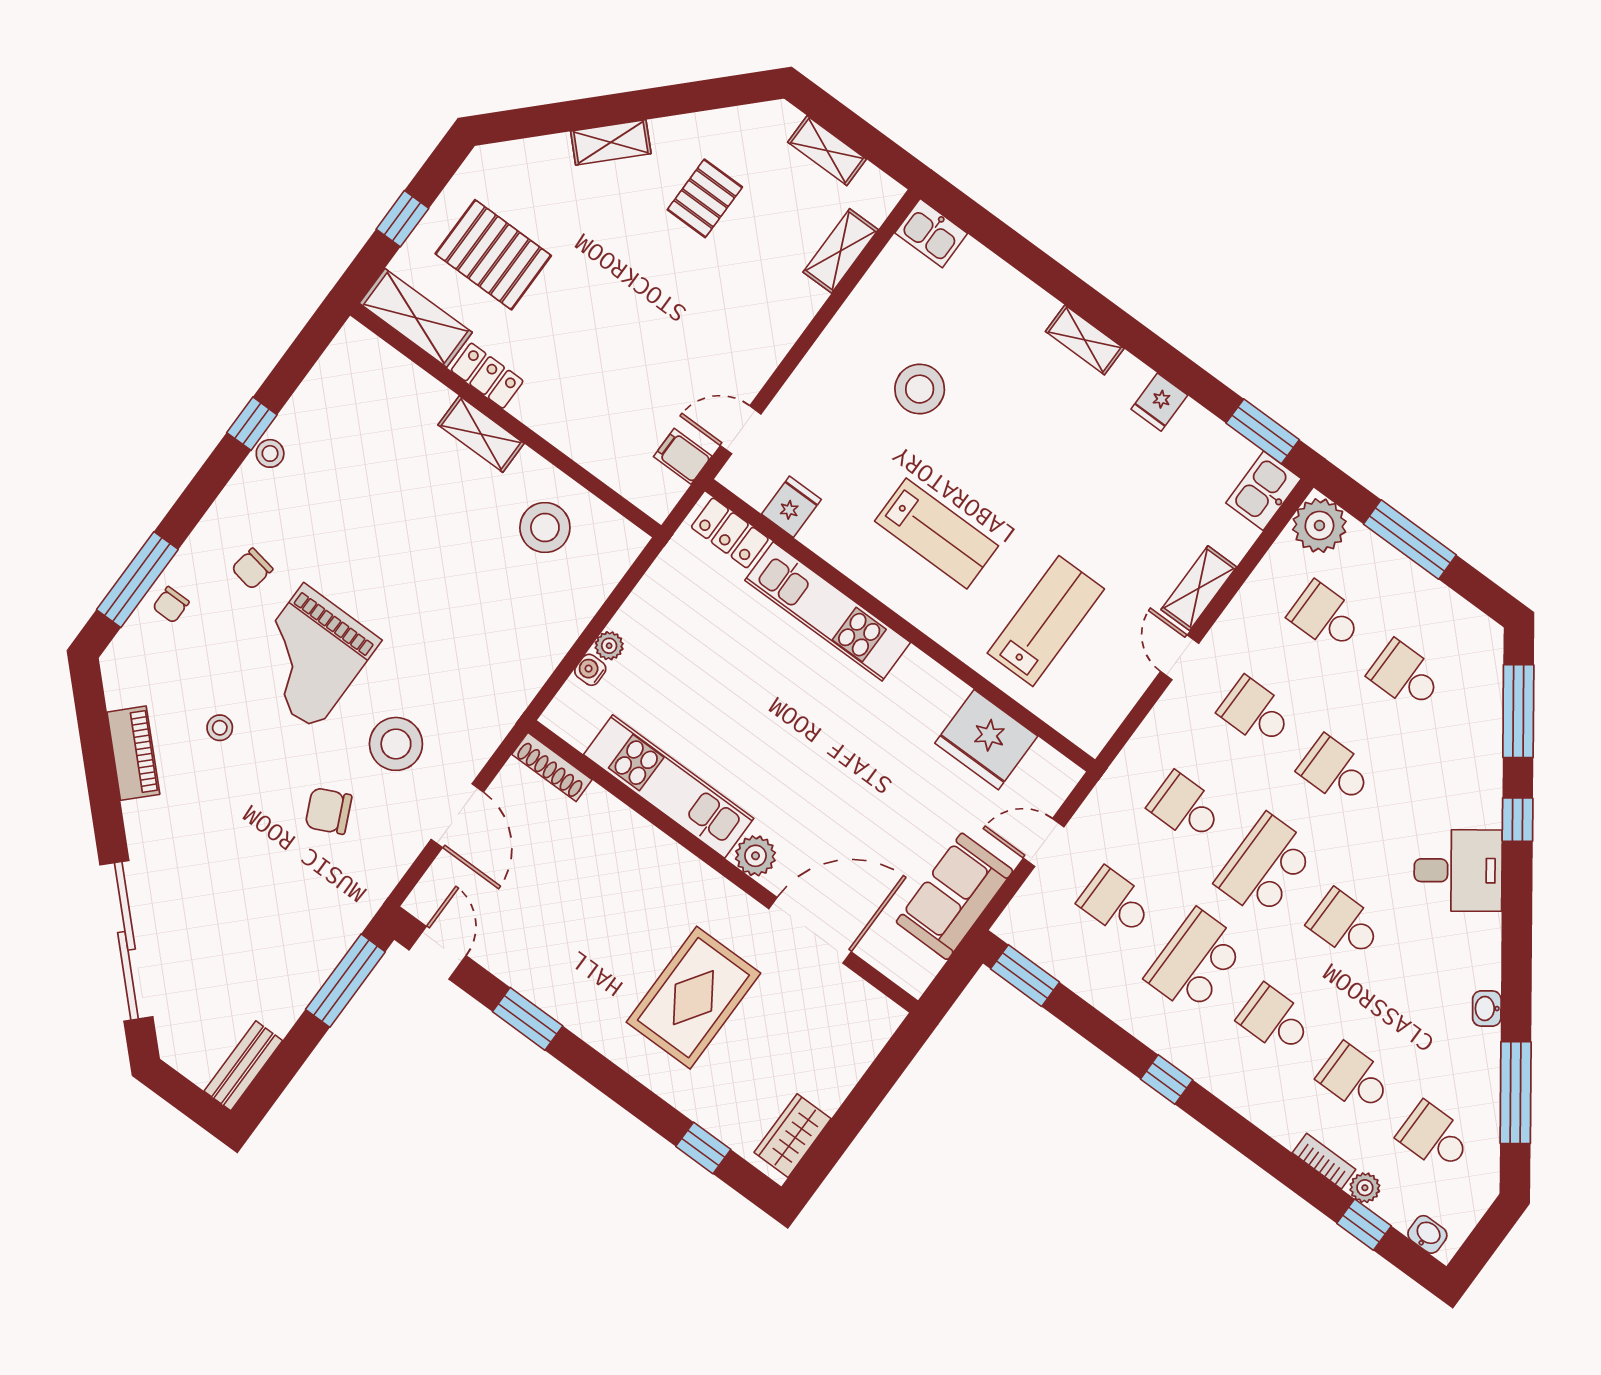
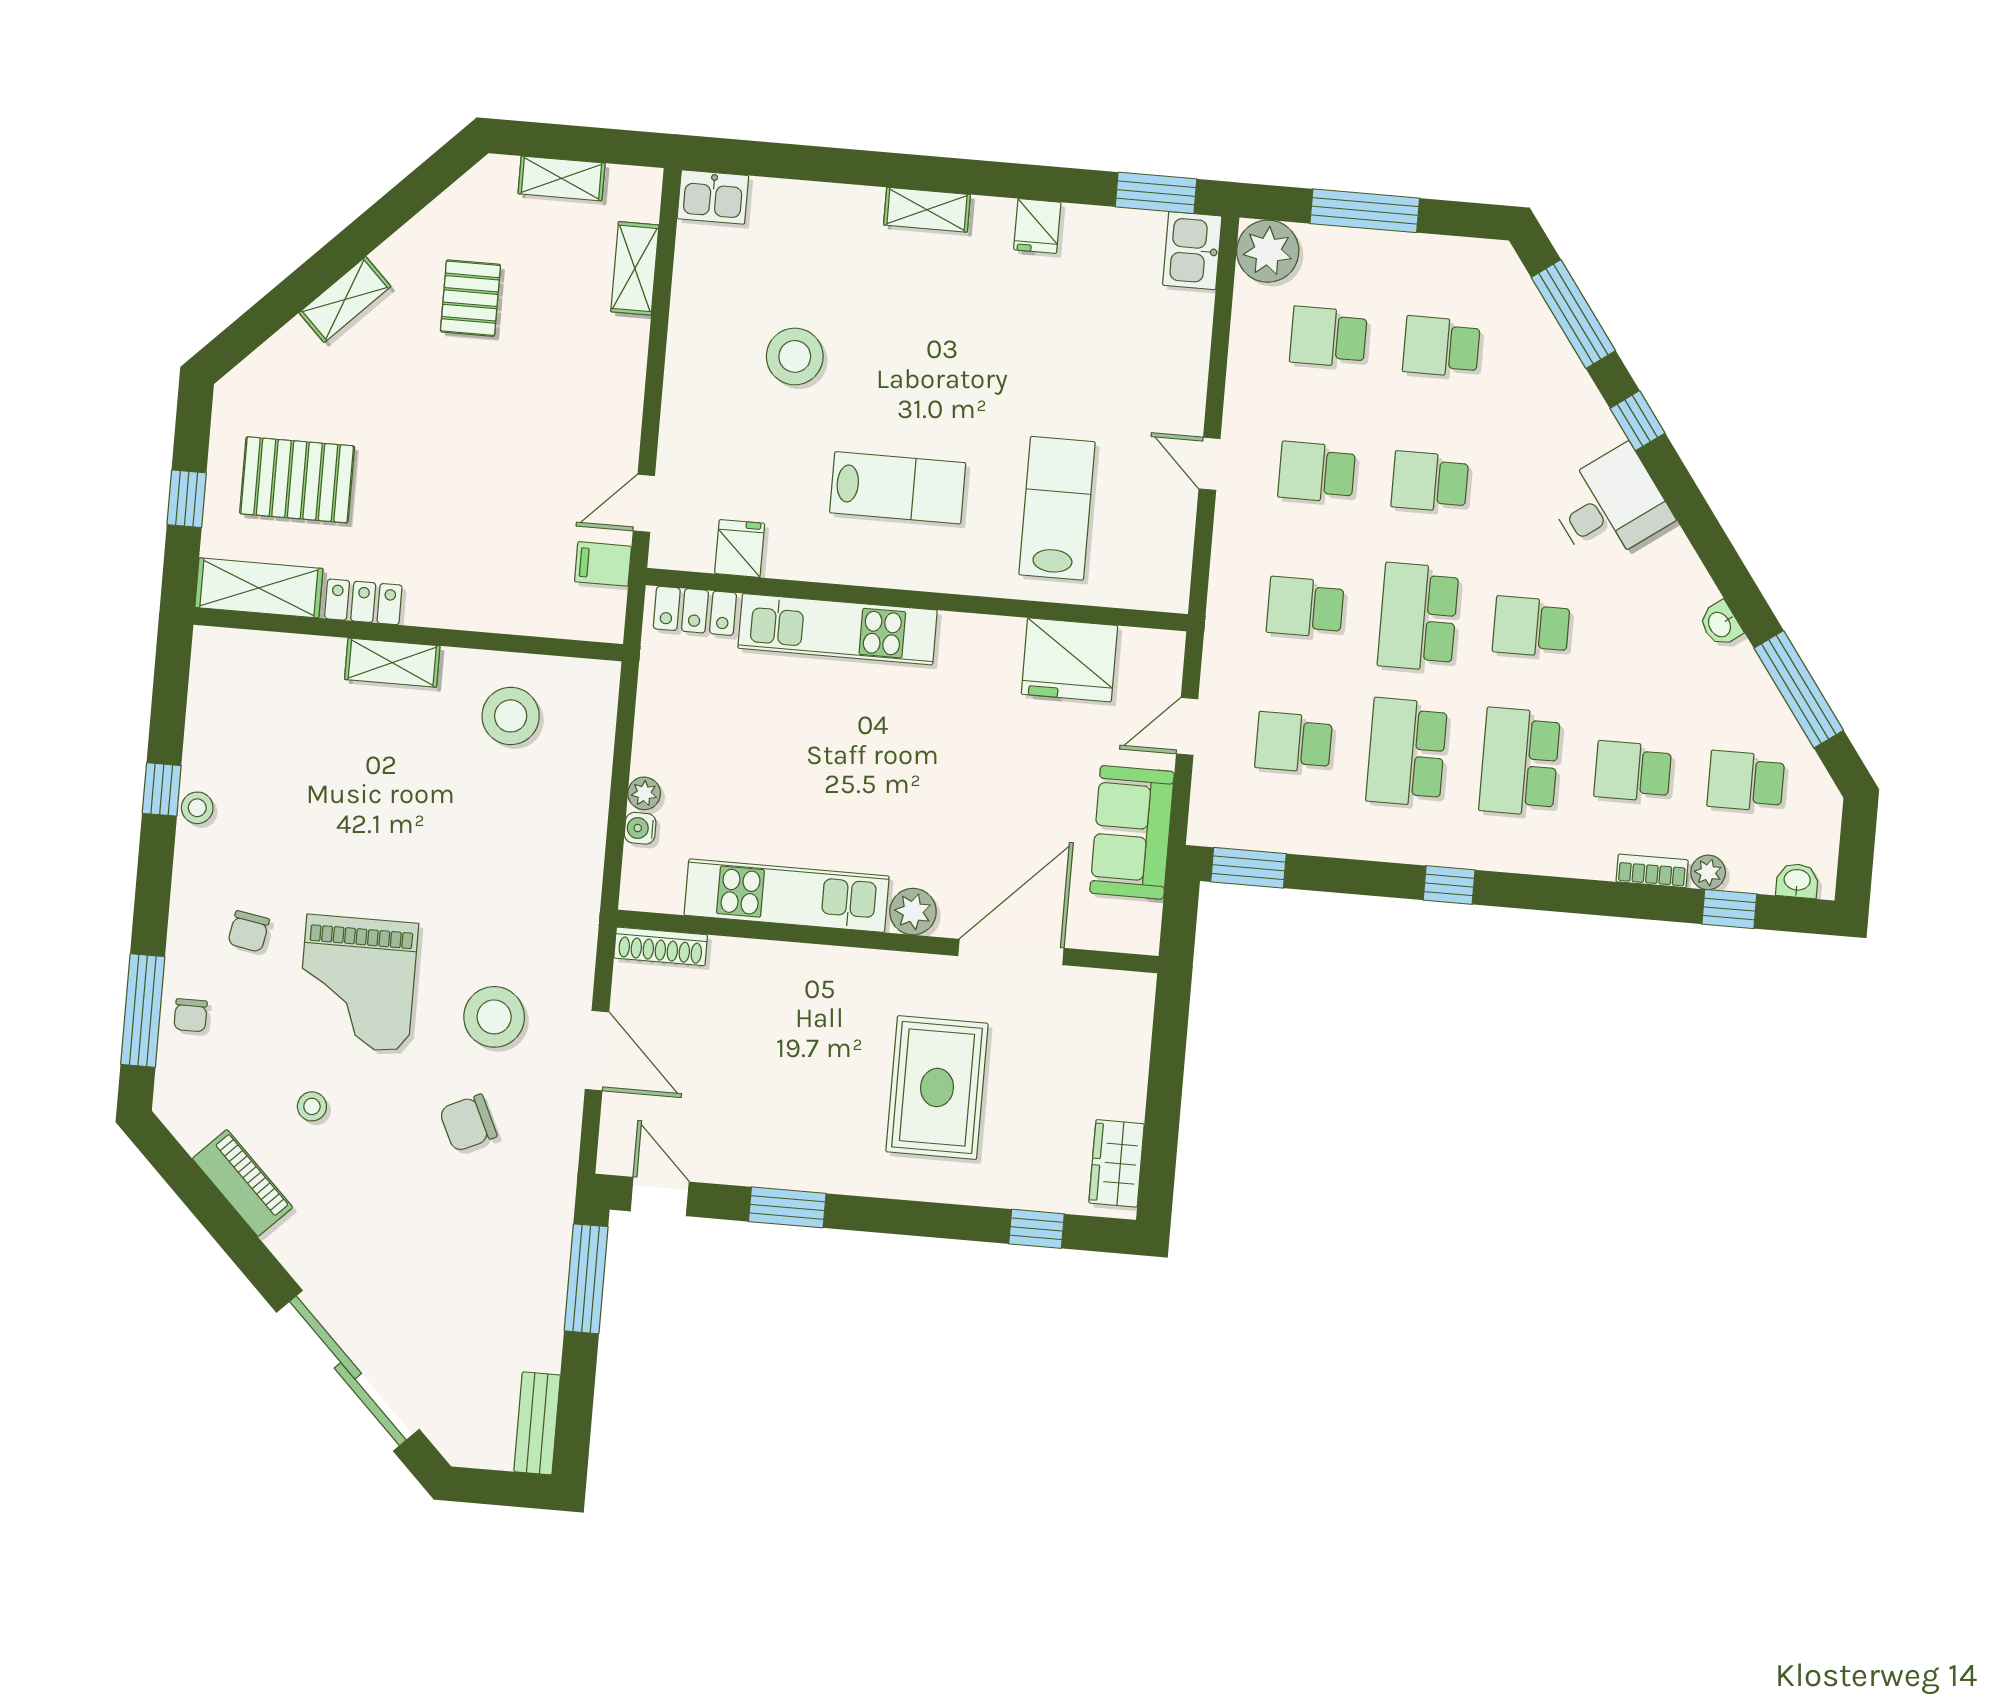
shelving: (1199, 588) -> (1187, 385), removed
school desk: (1275, 1020) -> (1520, 762), width x1.85

